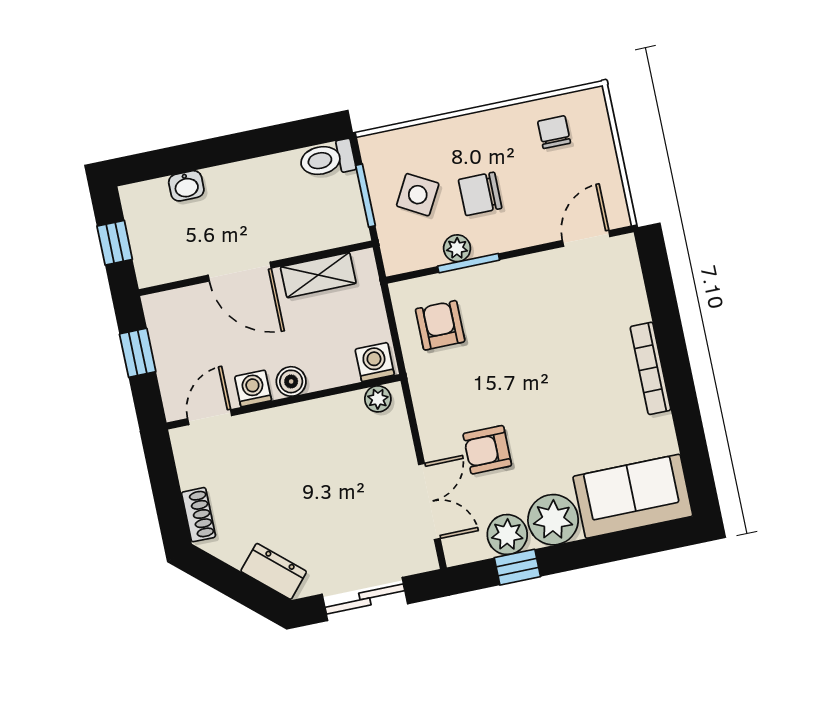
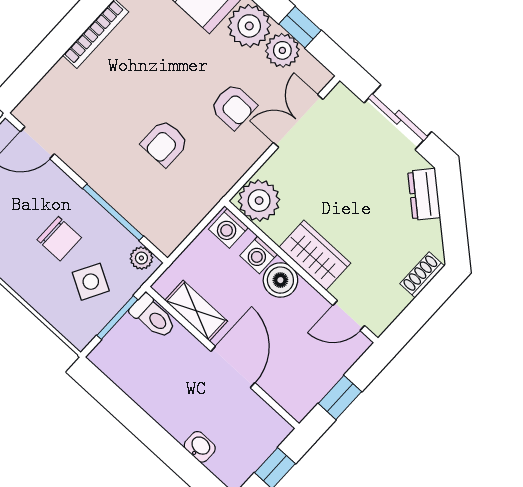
toilet: (327, 159) -> (153, 317), moved
plant: (457, 248) -> (141, 258), moved
window: (469, 263) -> (113, 212), width x1.44
armchair: (440, 325) -> (165, 143), moved
boiler: (291, 381) -> (280, 280), width x1.36, depth x1.36
washing machine: (253, 388) -> (259, 255), moved
plant: (378, 399) -> (259, 201), width x1.88, depth x1.88
wardrobe: (290, 426) -> (315, 255), added

